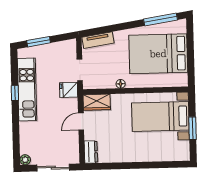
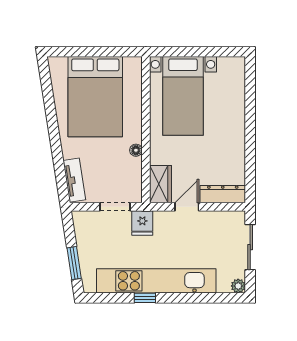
window: (161, 19) -> (48, 92), removed
kitchen unit: (27, 90) -> (156, 281), width x1.36
door: (81, 121) -> (187, 207), swing flipped
window: (192, 128) -> (200, 52), removed
dresser: (91, 152) -> (223, 194), width x1.44

